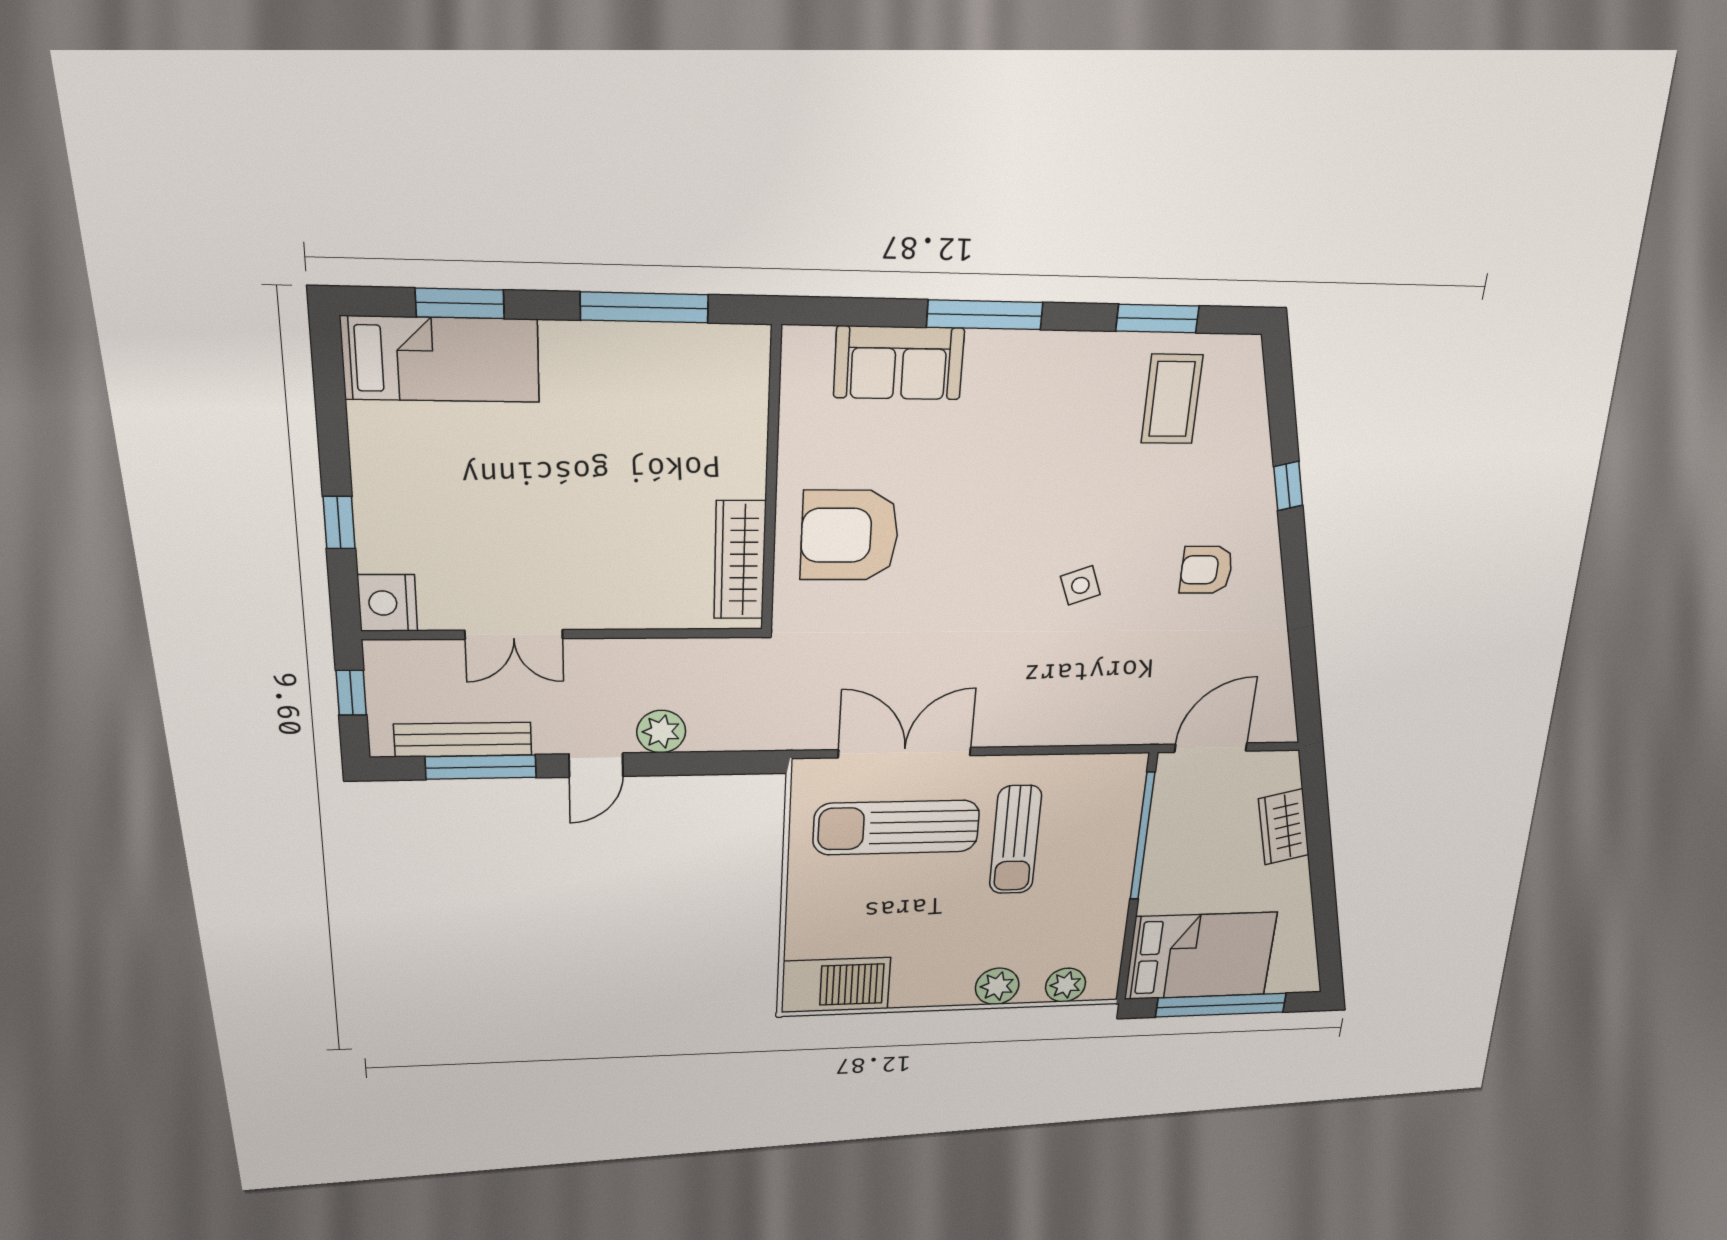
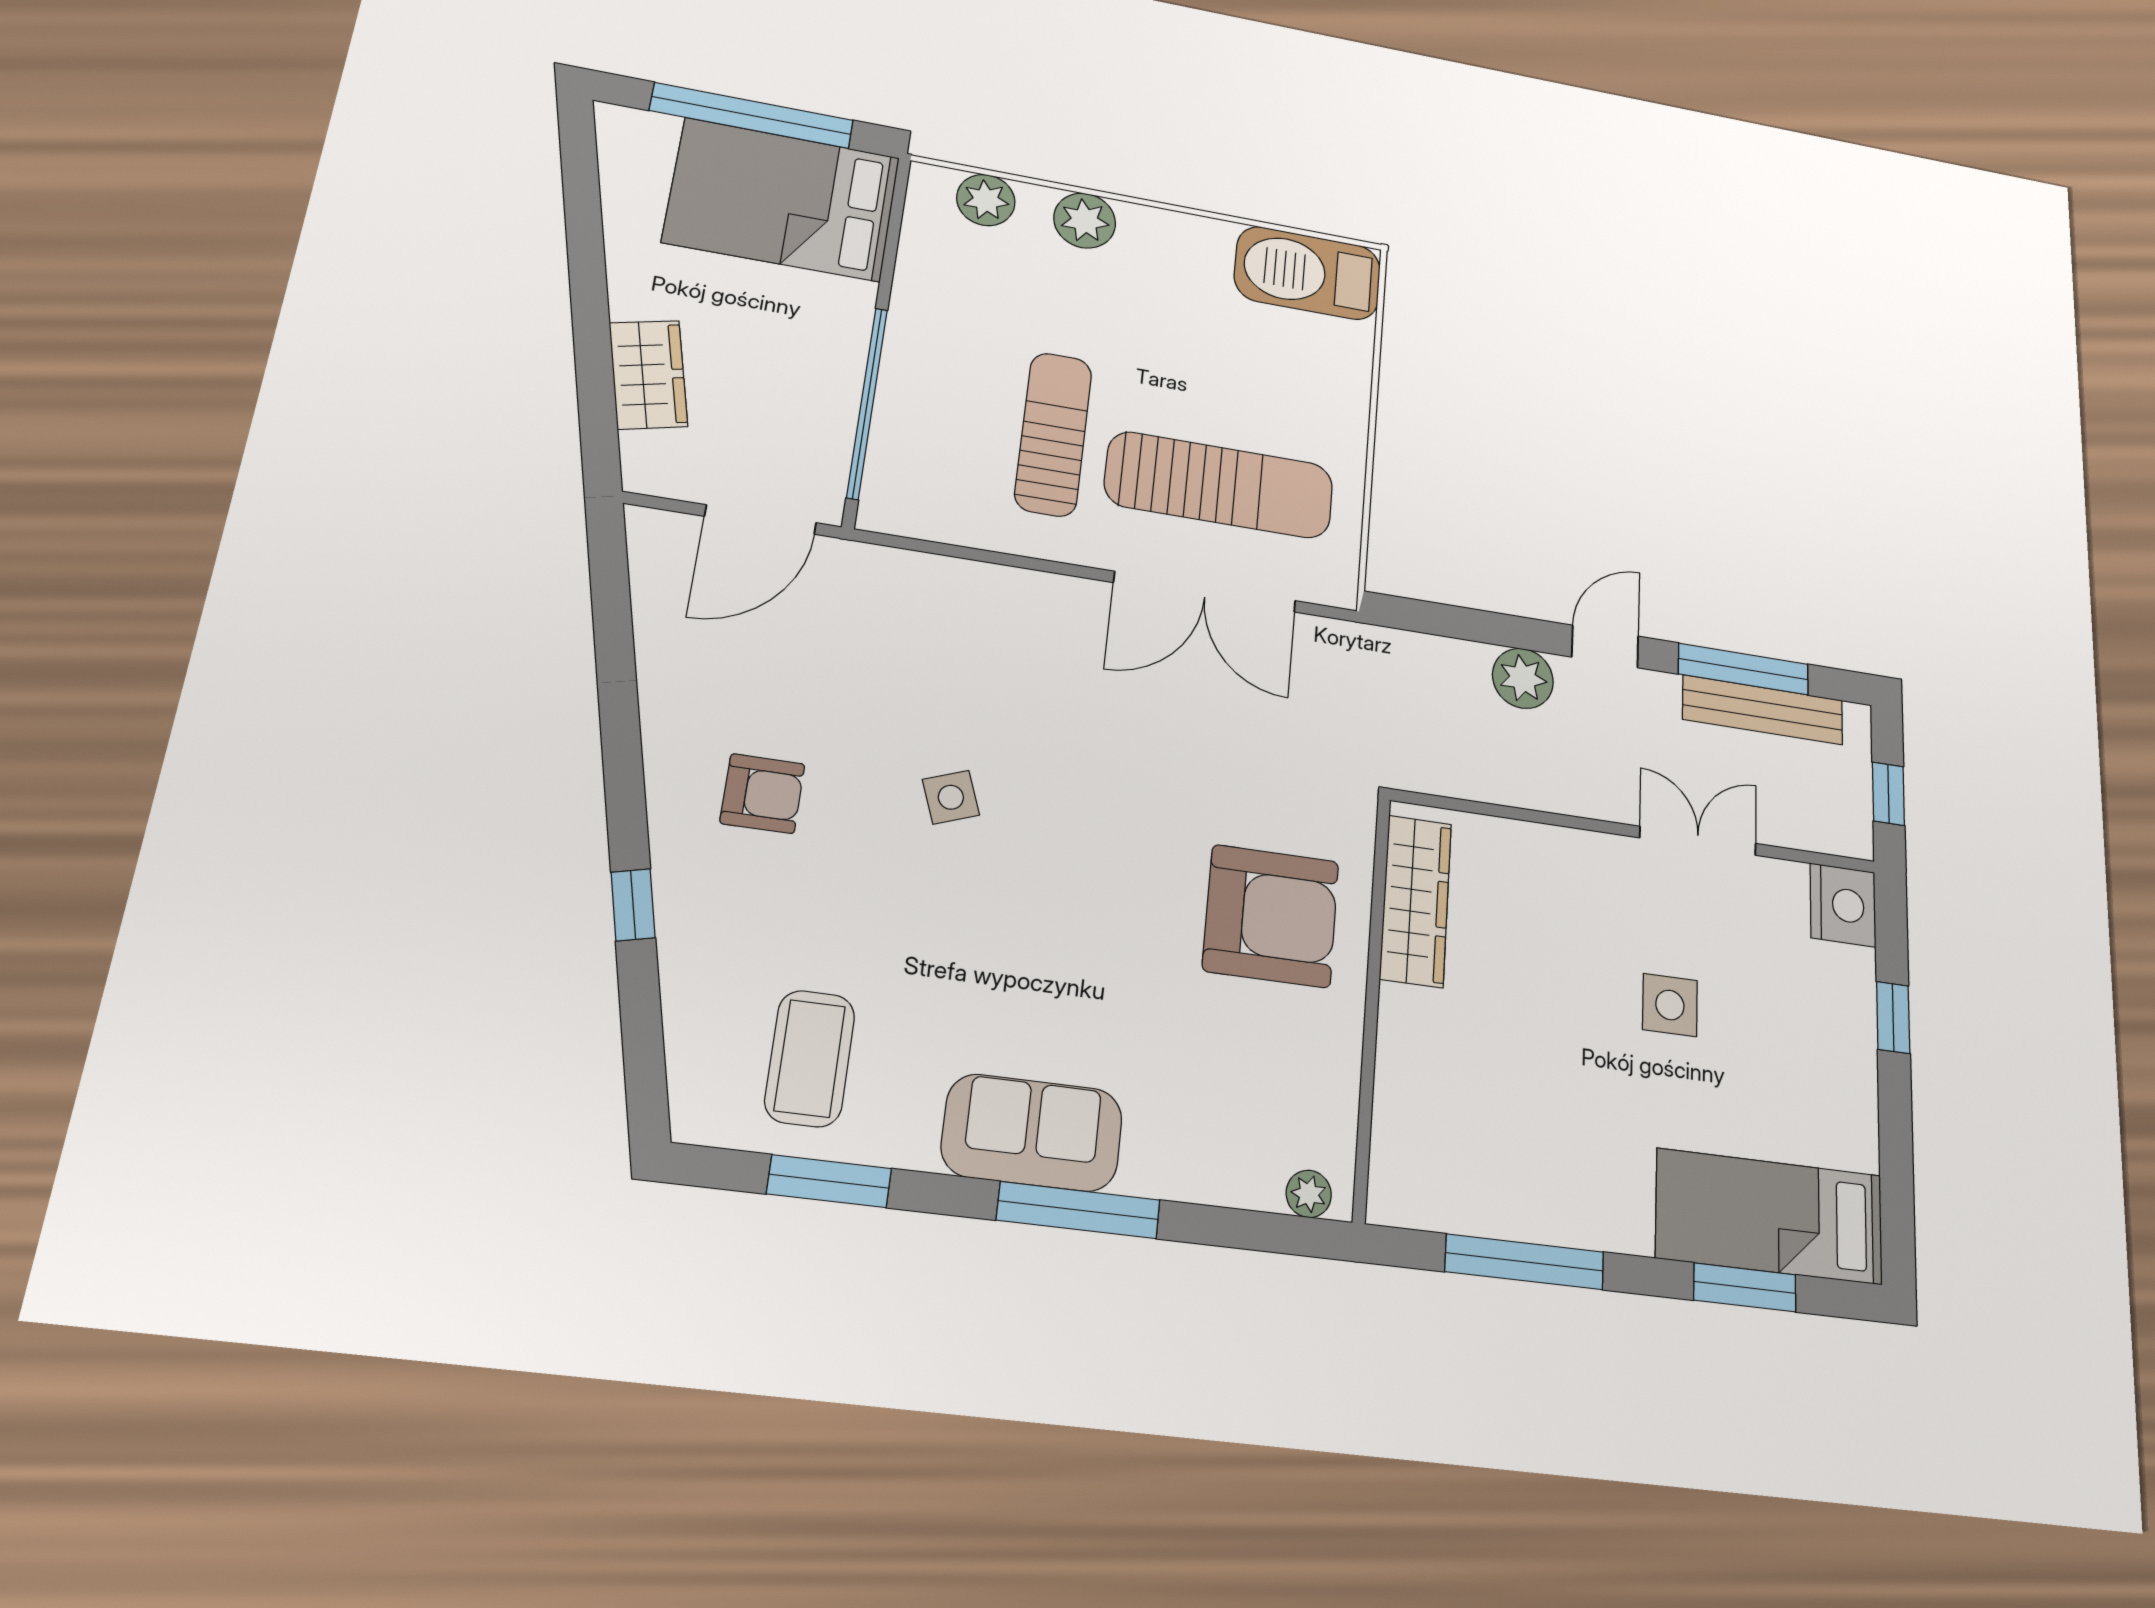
plant: (815, 342) -> (1309, 1194), added
sofa: (899, 363) -> (1032, 1133), moved
side table: (532, 510) -> (1670, 1005), added

